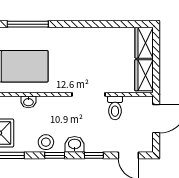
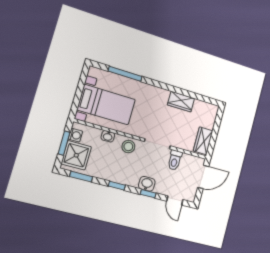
wardrobe: (144, 43) -> (181, 102), moved, turned -90
stool: (46, 142) -> (128, 147), moved
washbasin: (75, 144) -> (147, 184), moved

